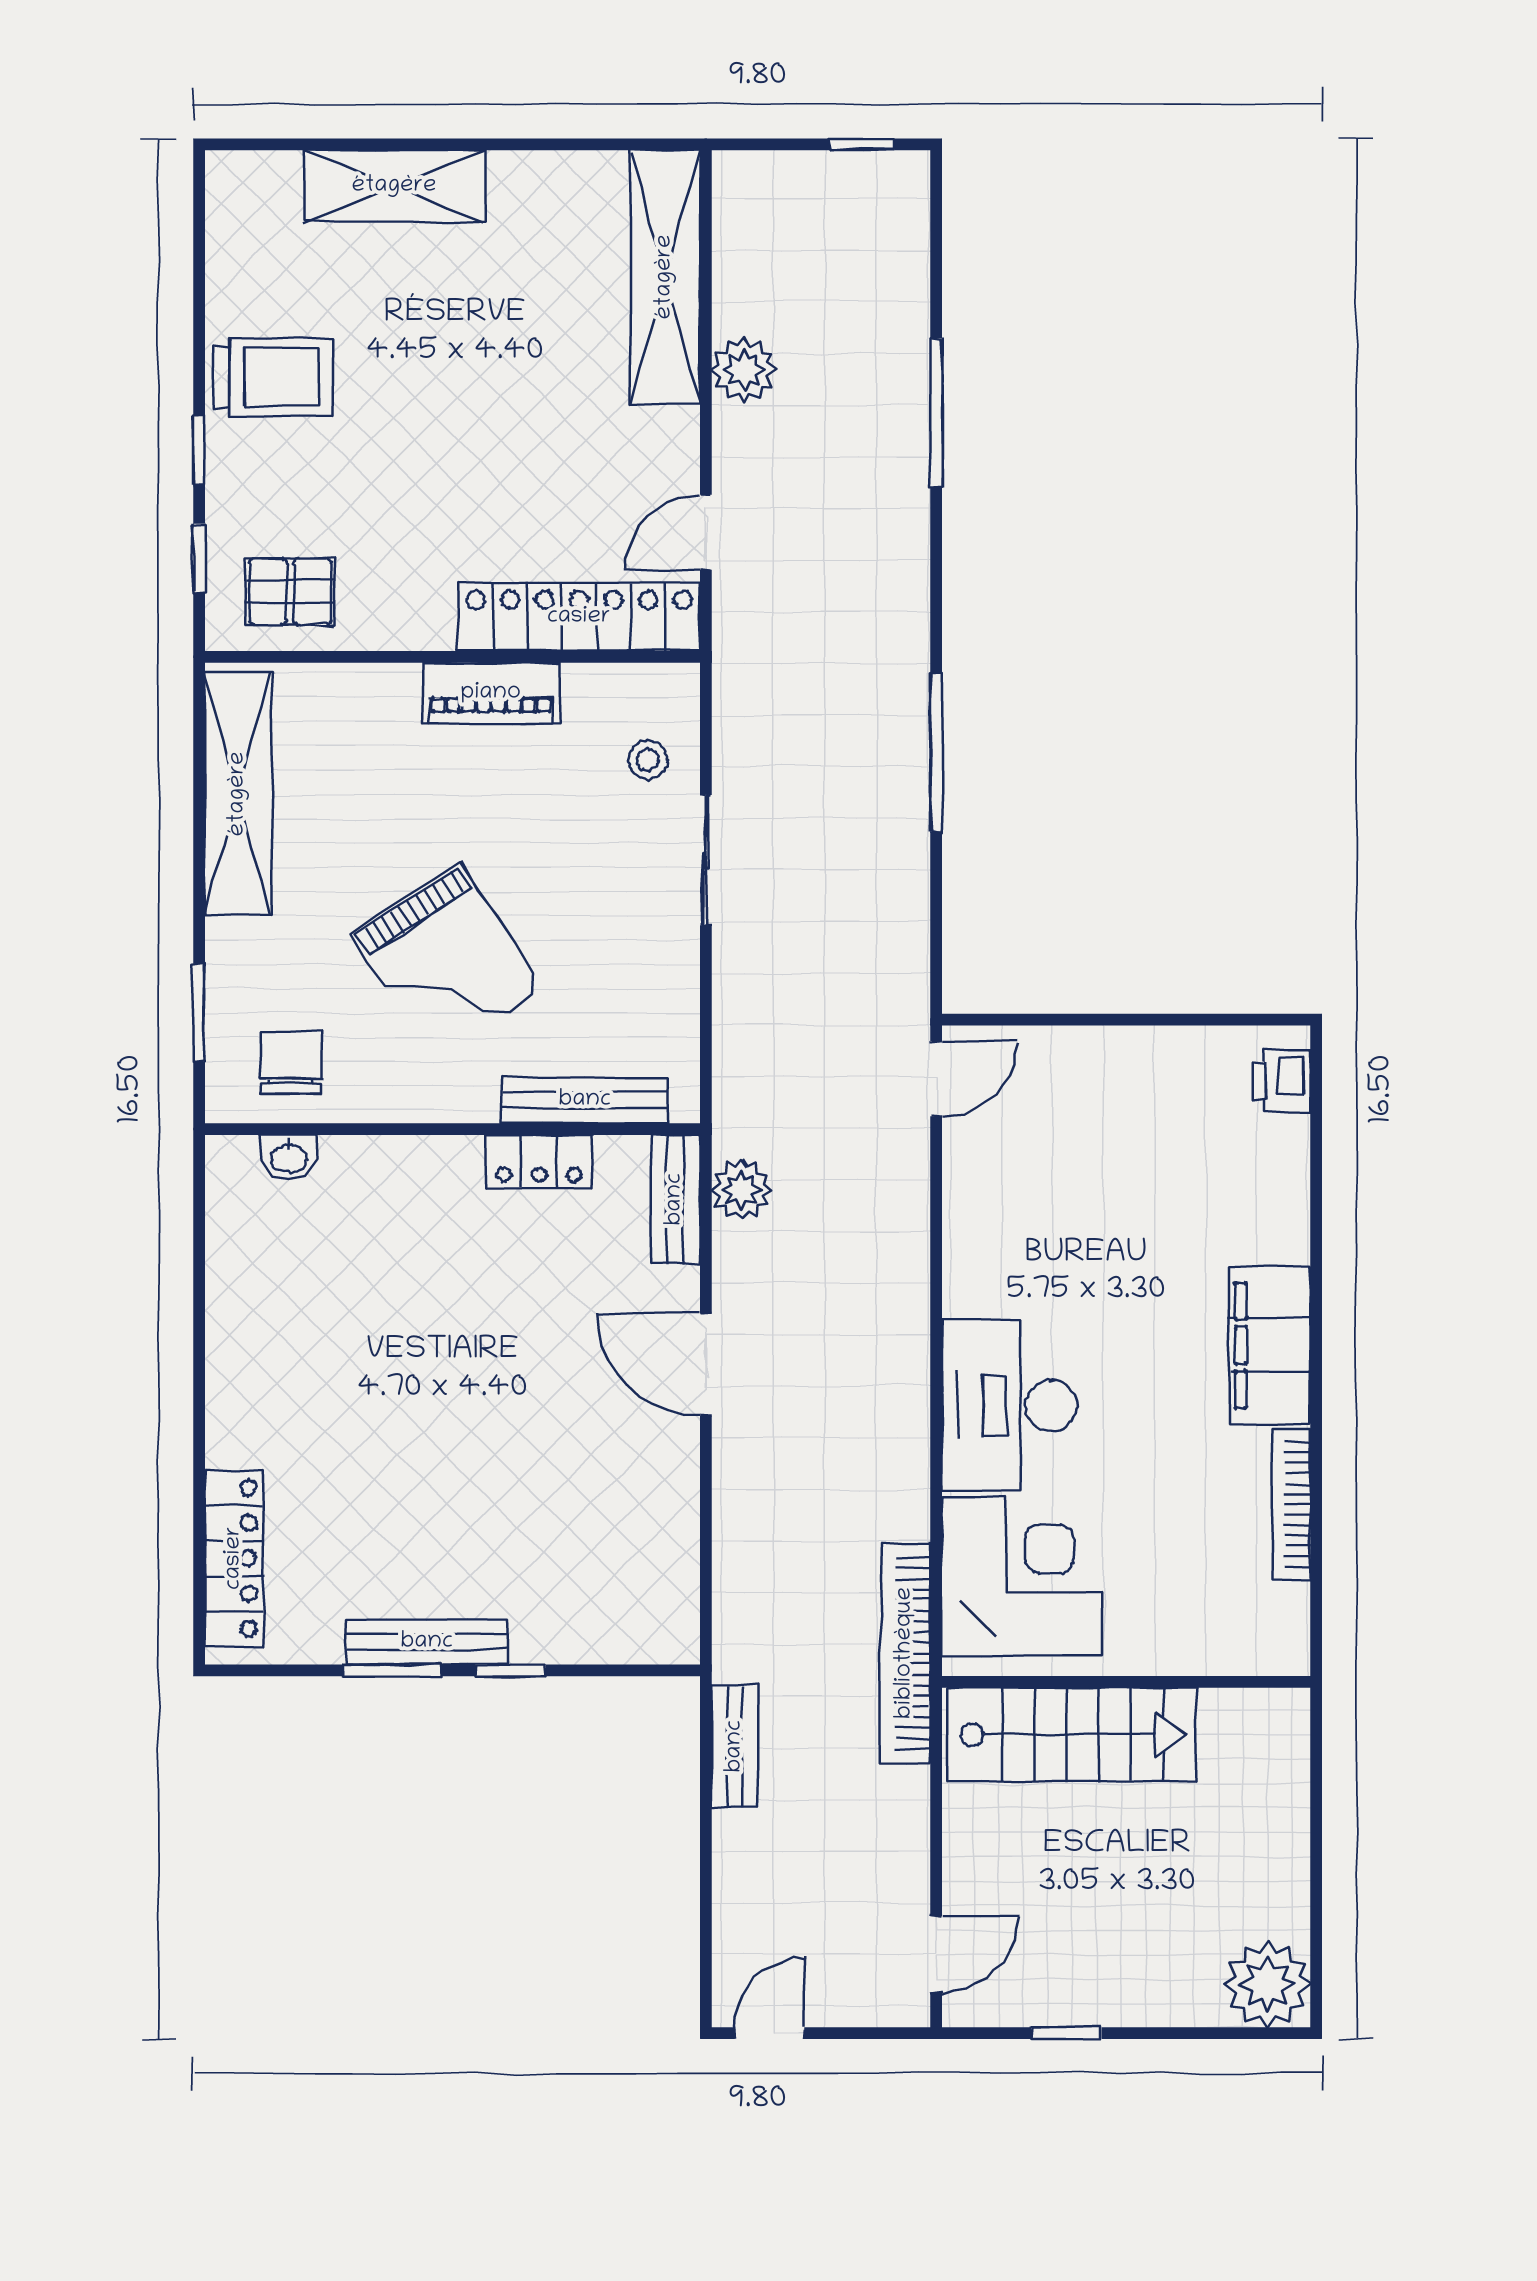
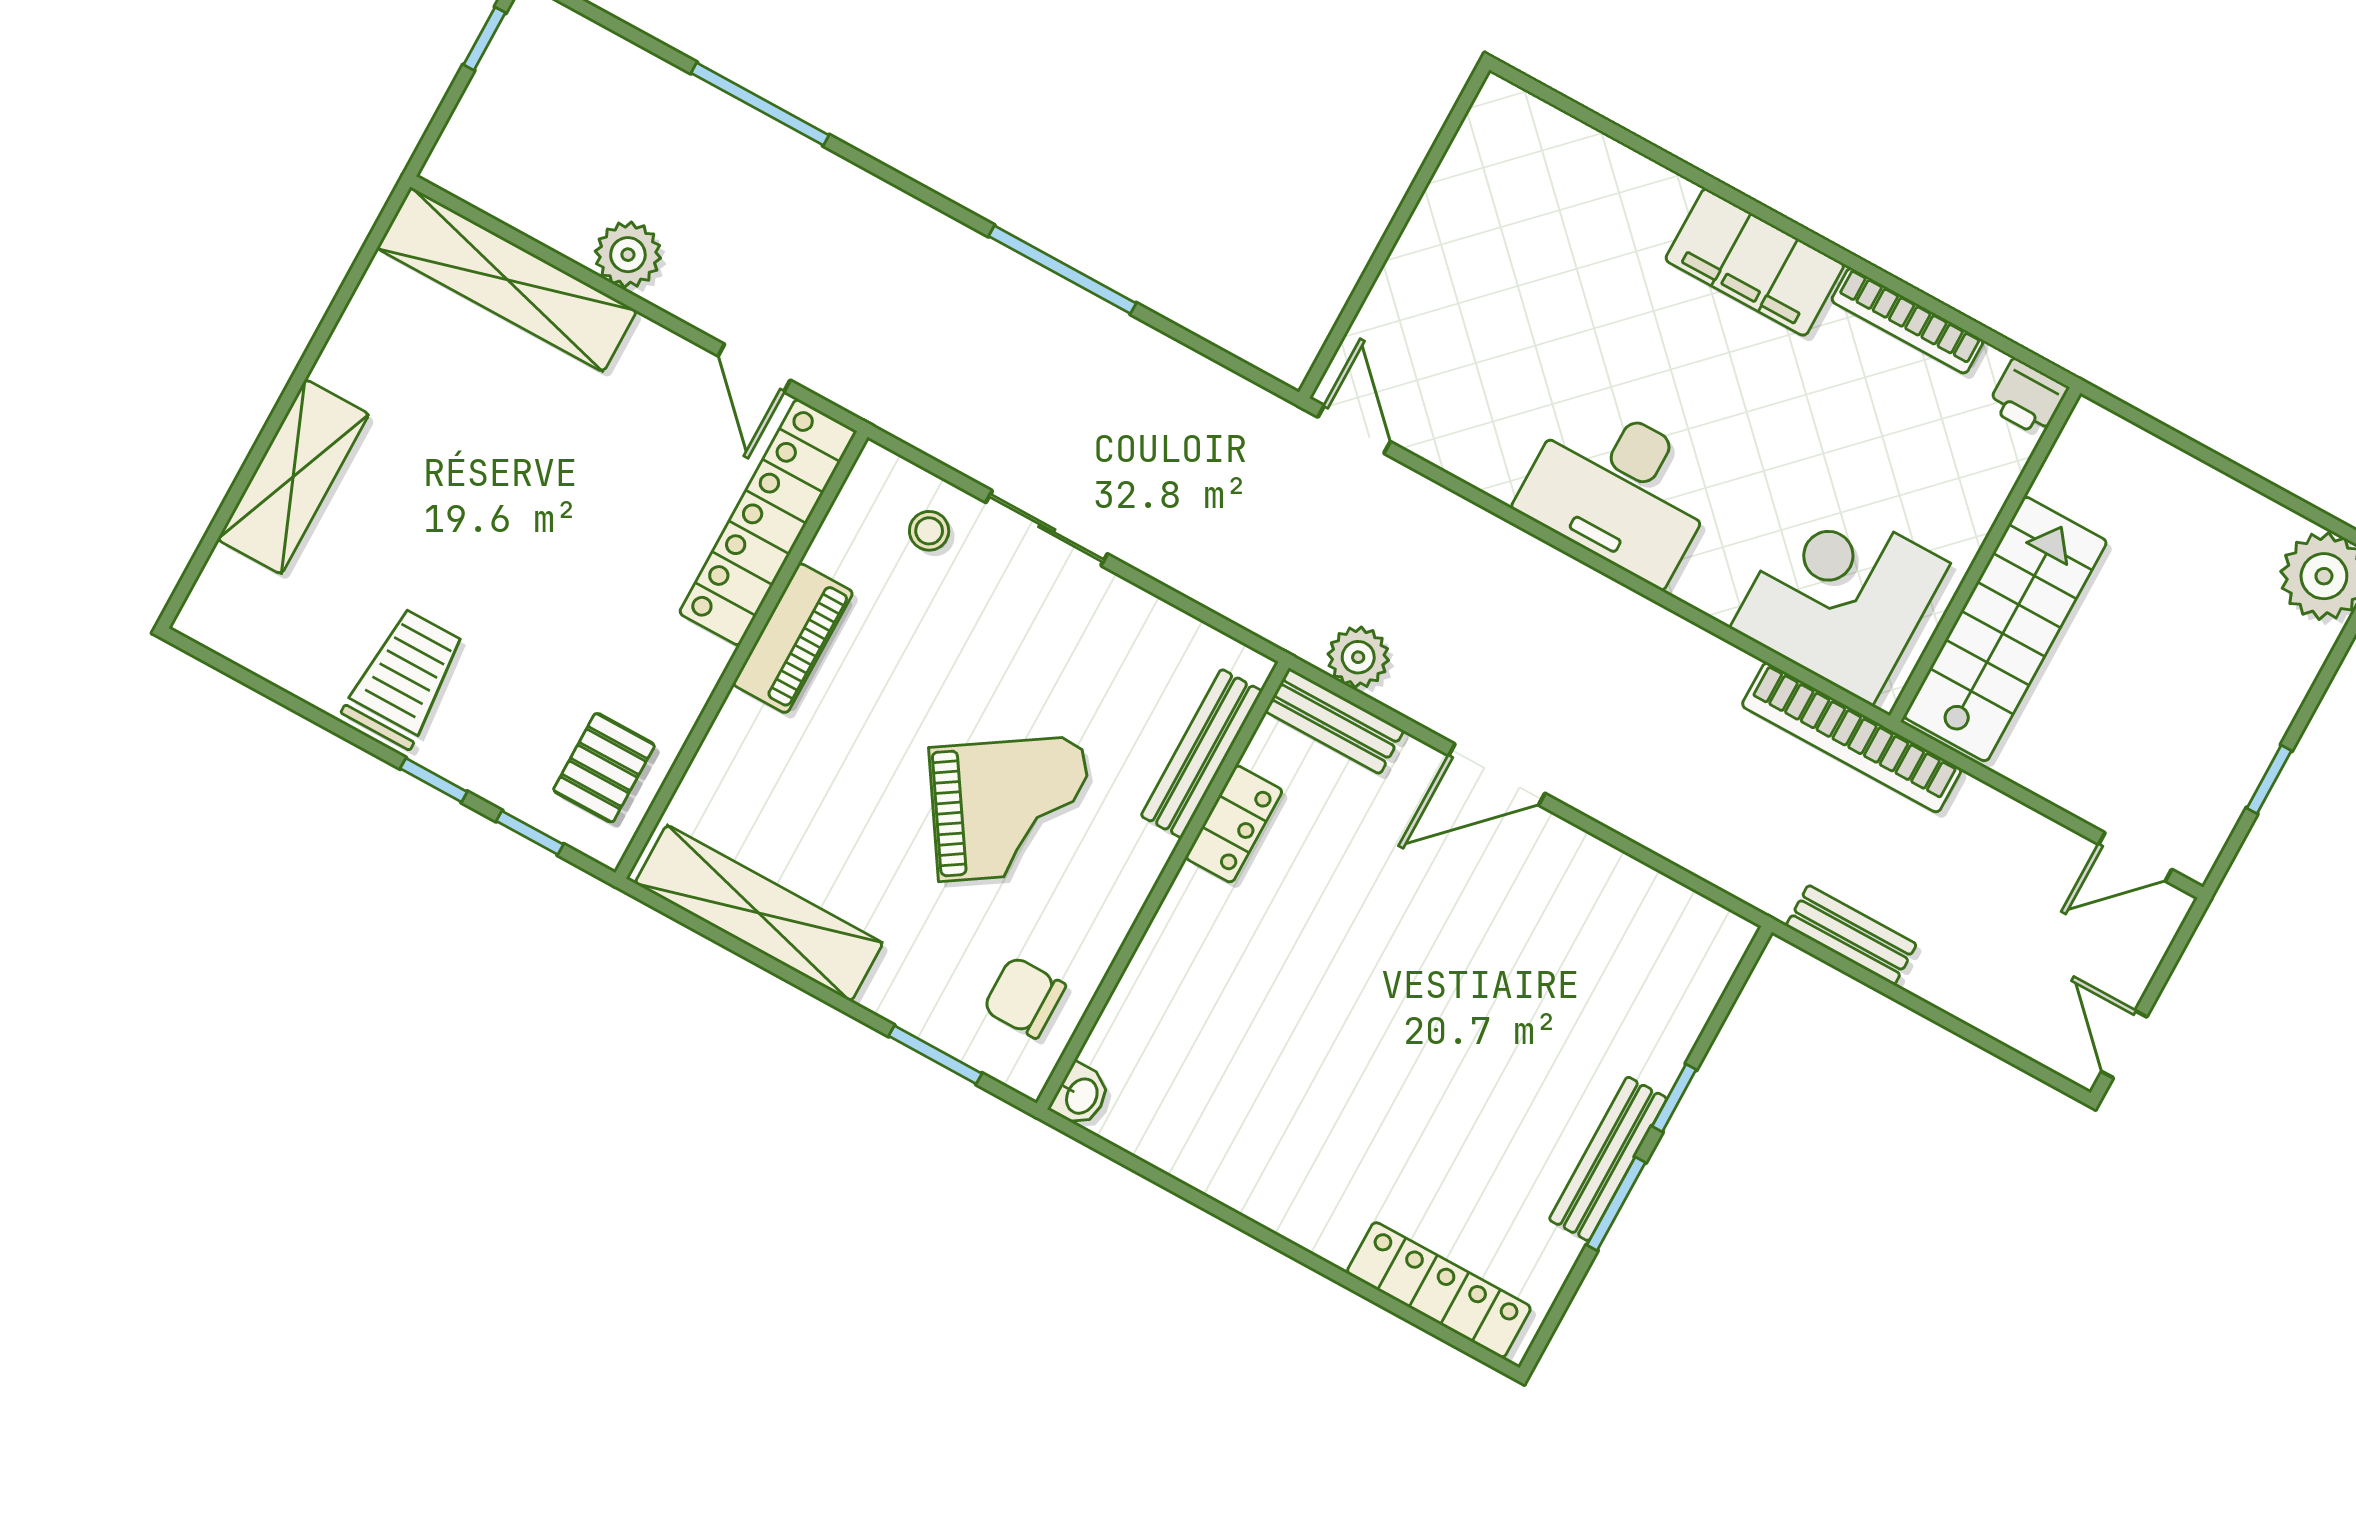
printer: (1282, 1081) -> (2028, 397), moved
washbasin: (289, 1157) -> (1081, 1095), moved
desk: (1009, 1405) -> (1620, 490), moved
door: (936, 1954) -> (2135, 857), swing flipped

